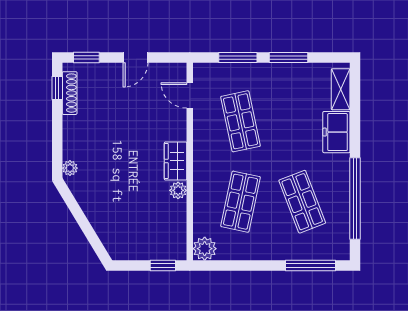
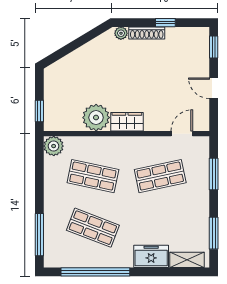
window: (288, 57) -> (214, 233), moved
window: (57, 88) -> (165, 23), moved
shoe rack: (70, 93) -> (147, 33), moved
plant: (178, 190) -> (96, 118), width x1.87, depth x1.87
shop shelf: (302, 202) -> (93, 228), turned 42

